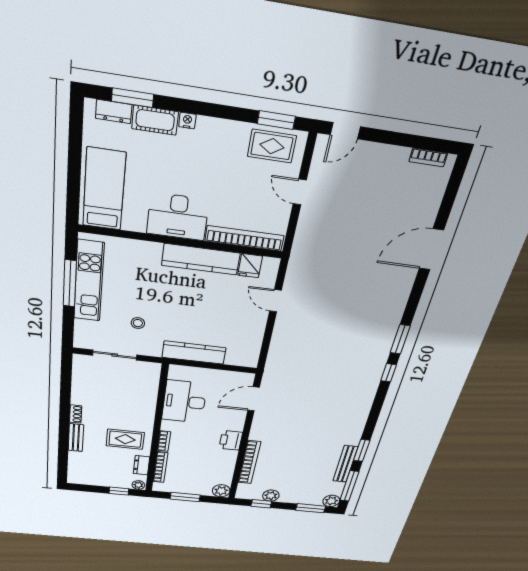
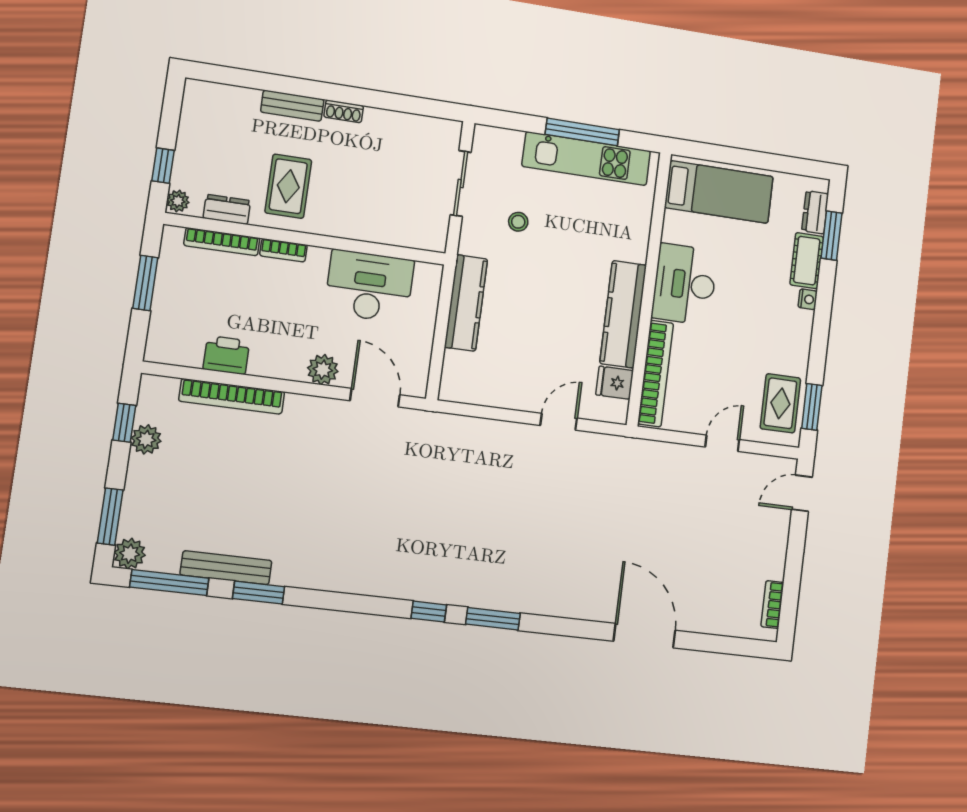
door: (345, 131) -> (802, 493), hinge flipped
printer: (231, 440) -> (226, 355), moved
plant: (221, 491) -> (323, 370), moved

